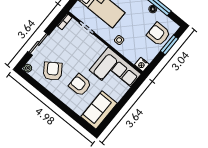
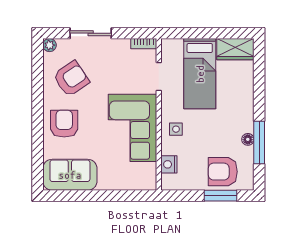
armchair: (158, 34) -> (223, 172), turned -90
nightstand: (142, 65) -> (169, 164), moved
corner sofa: (115, 72) -> (133, 128), moved
armchair: (80, 85) -> (64, 124), moved

